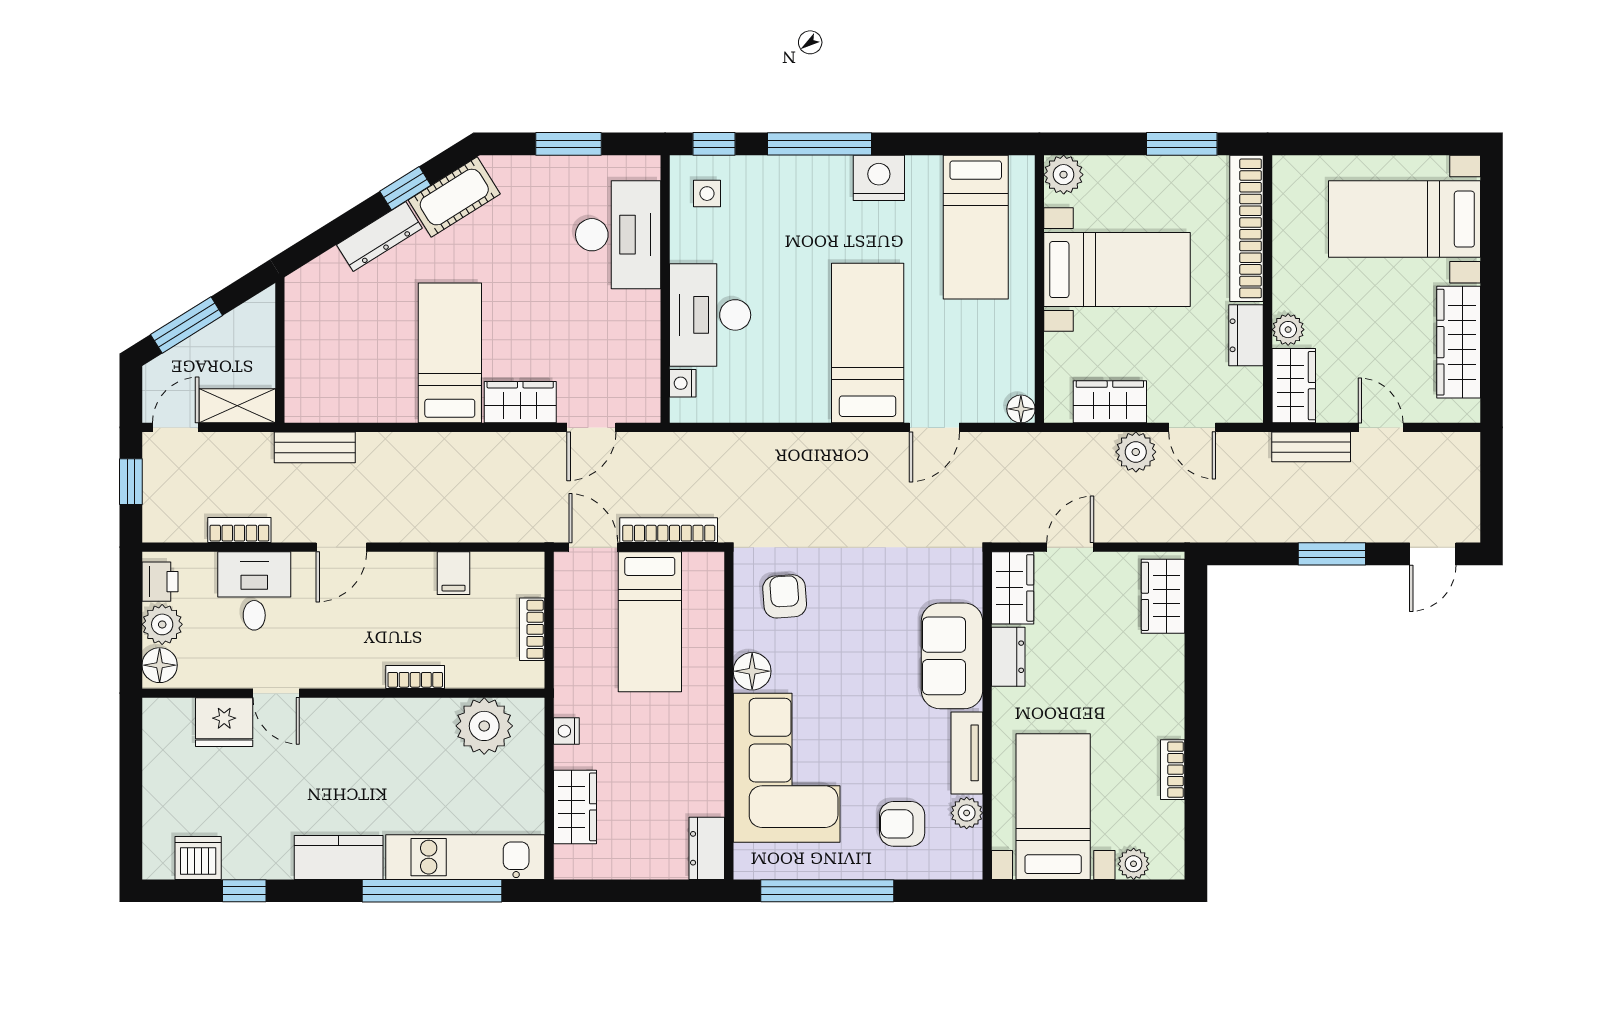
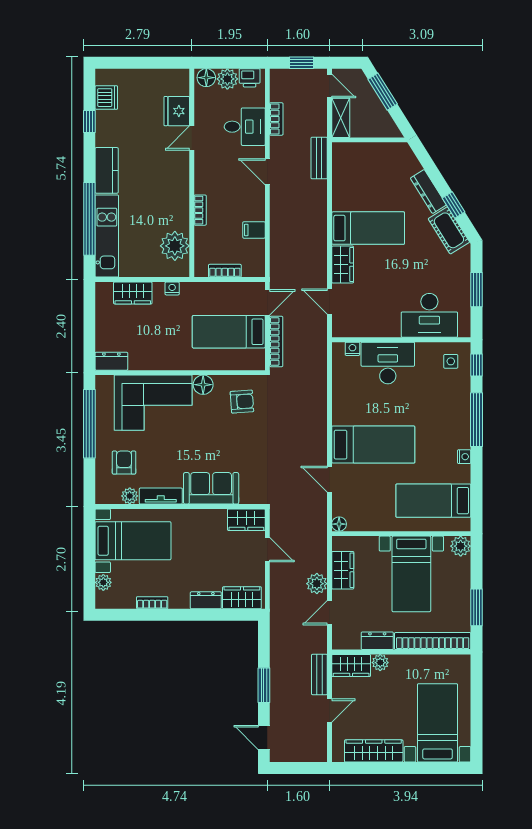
nightstand: (879, 178) -> (464, 457), width x0.53, depth x0.56
dresser: (1008, 657) -> (206, 600), moved, turned 180

